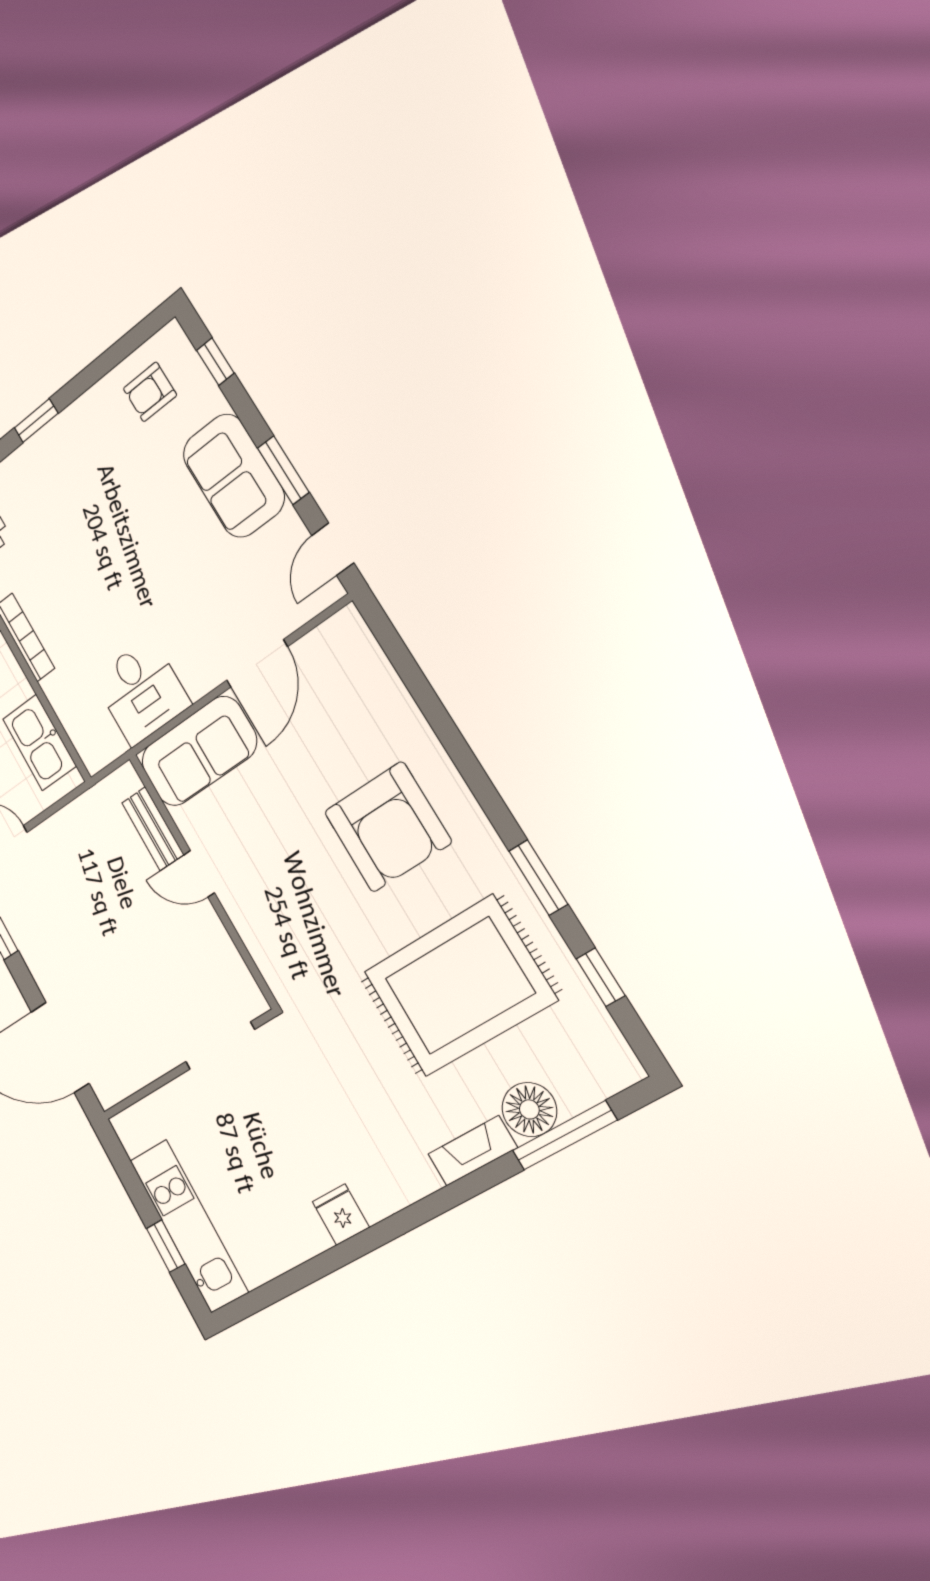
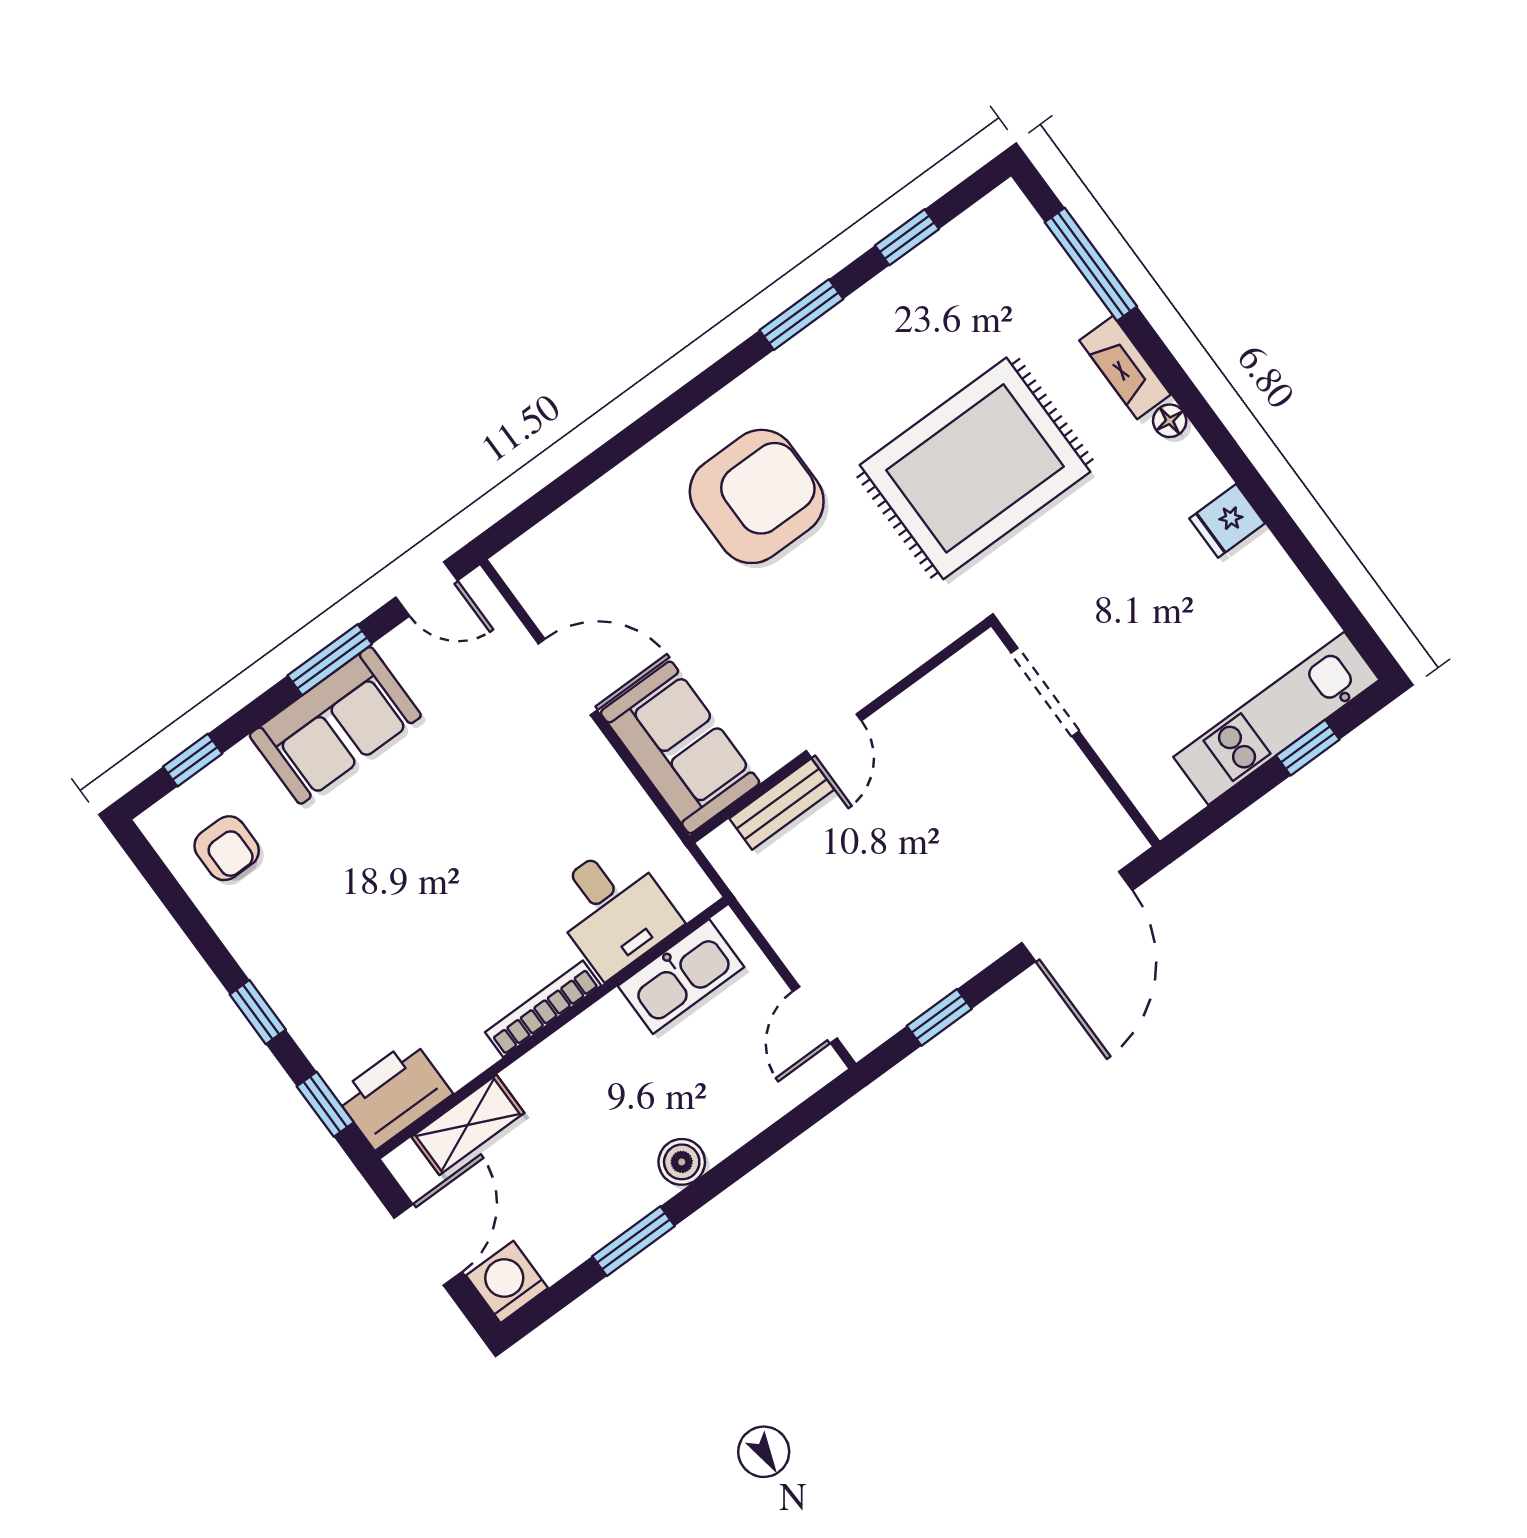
desk: (141, 691) -> (613, 910), moved, turned 90
rug: (459, 986) -> (975, 468), moved, turned 90
floor lamp: (529, 1109) -> (1170, 421), moved, width x0.53, depth x0.53

